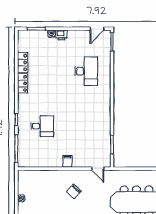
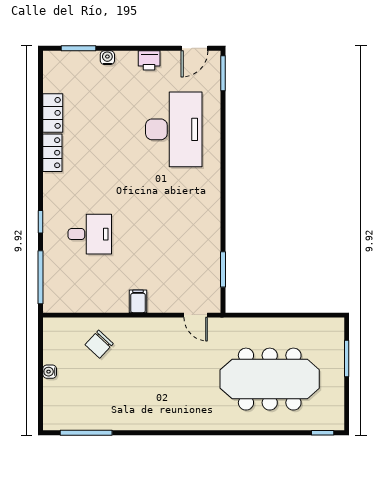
printer: (61, 35) -> (149, 60), moved
desk: (86, 71) -> (174, 129), width x1.36, depth x1.30
chair: (74, 191) -> (99, 344), moved

